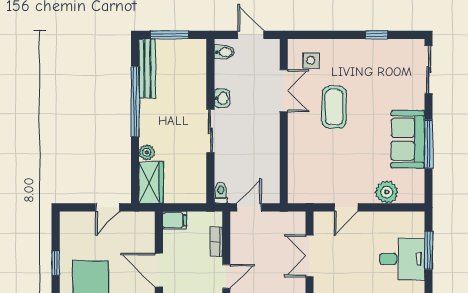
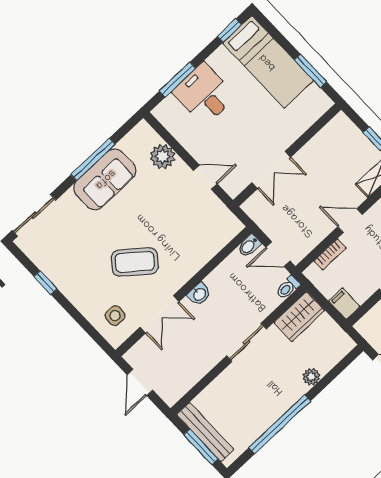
bidet: (224, 52) -> (249, 246), moved, turned -90
bench: (147, 69) -> (205, 432), moved, turned 90
double door: (284, 91) -> (159, 314), swing flipped
washbasin: (222, 98) -> (199, 294), moved, turned 180
coffee table: (334, 107) -> (135, 262), turned 39
wardrobe: (151, 183) -> (299, 317), moved, turned 180

